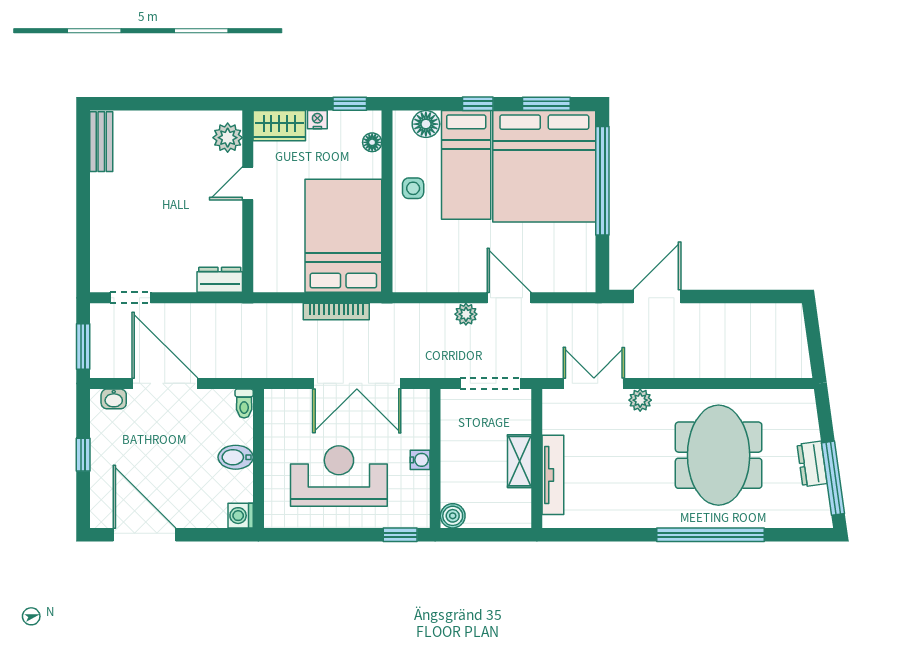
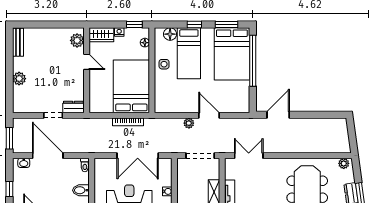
bed: (544, 166) -> (232, 54), width x0.73
door: (248, 183) -> (87, 62), swing flipped
plant: (104, 219) -> (19, 79), added
doorway: (130, 298) -> (53, 115), moved
plant: (640, 400) -> (344, 163), moved

